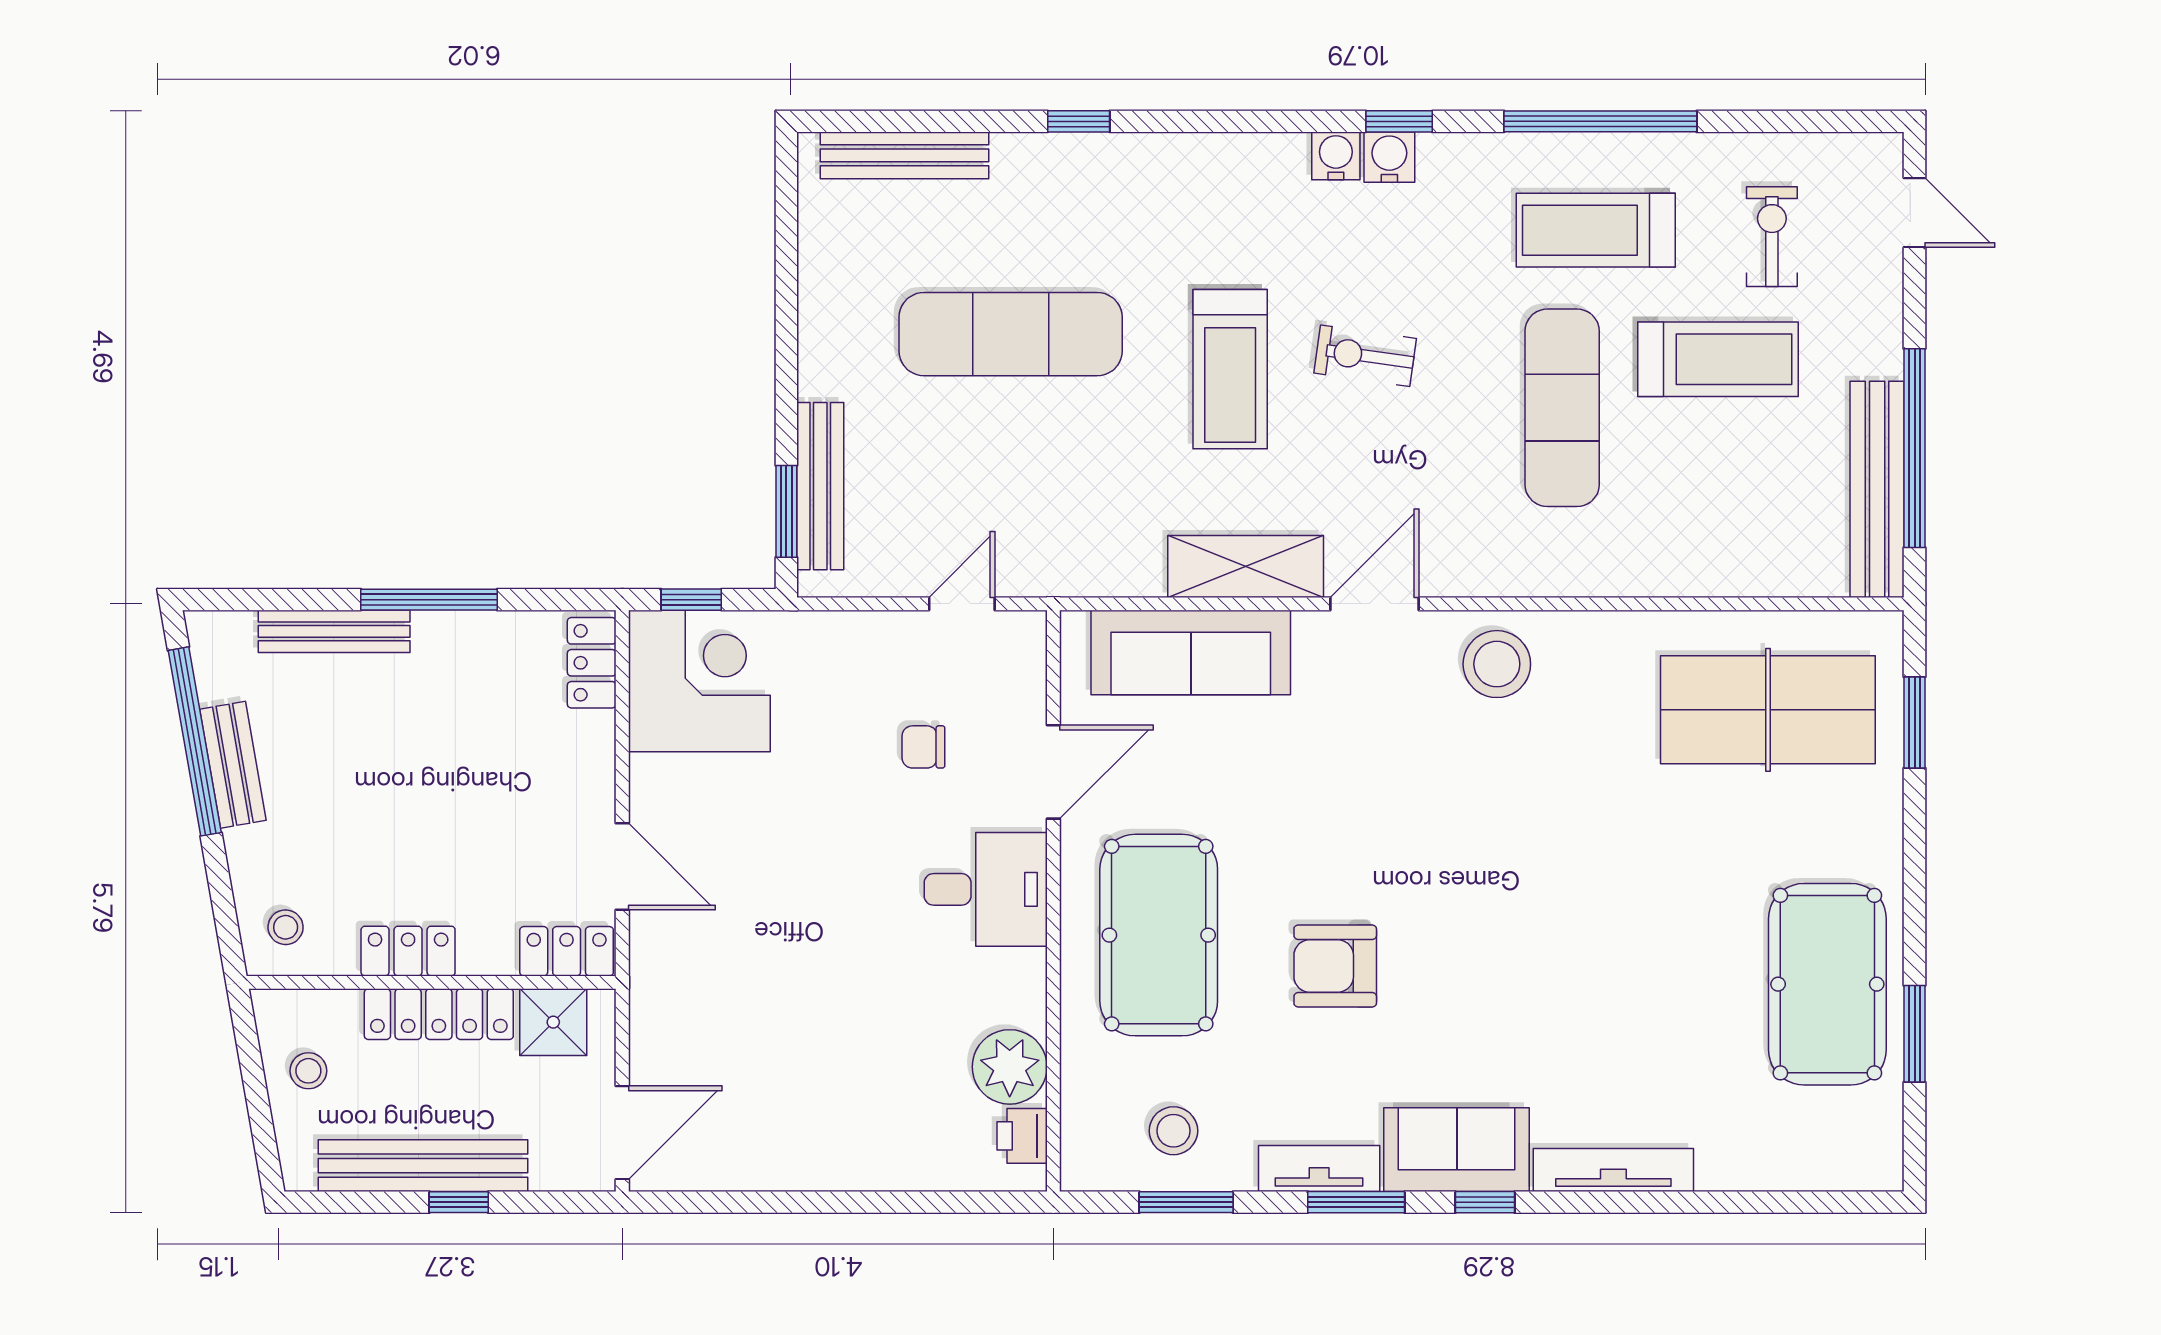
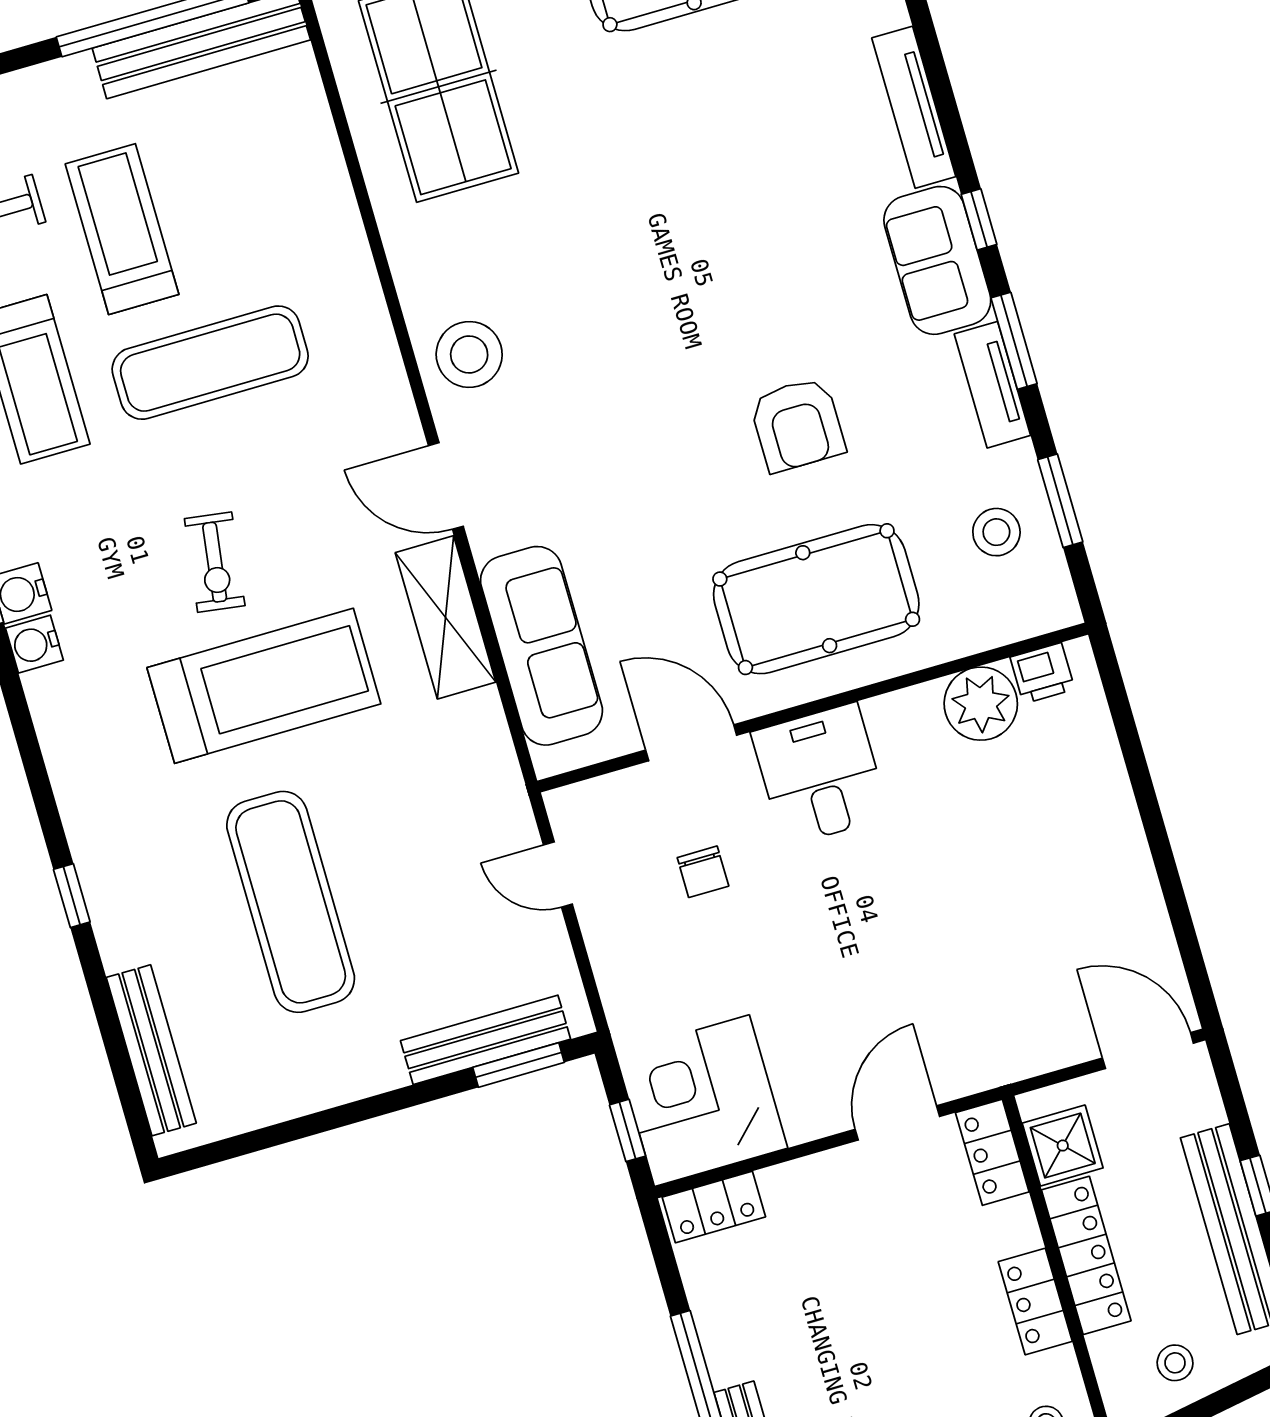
treadmill: (1230, 369) -> (264, 686), width x1.37, depth x1.38

